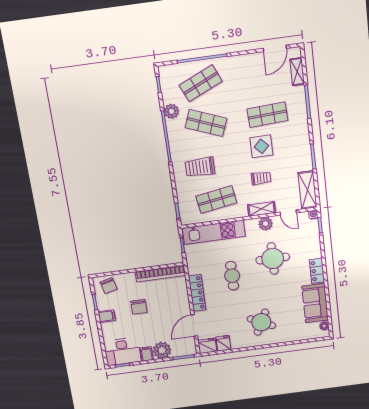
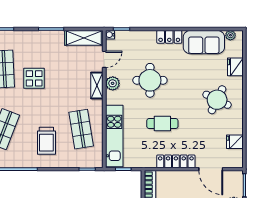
trolley: (261, 178) -> (66, 82), removed
fridge: (207, 346) -> (235, 67), moved

